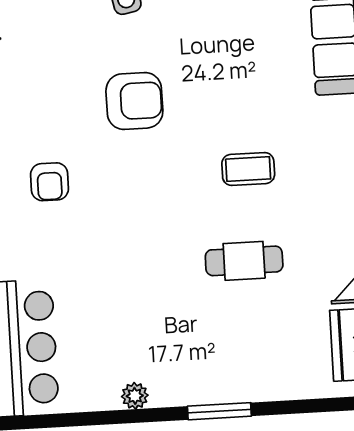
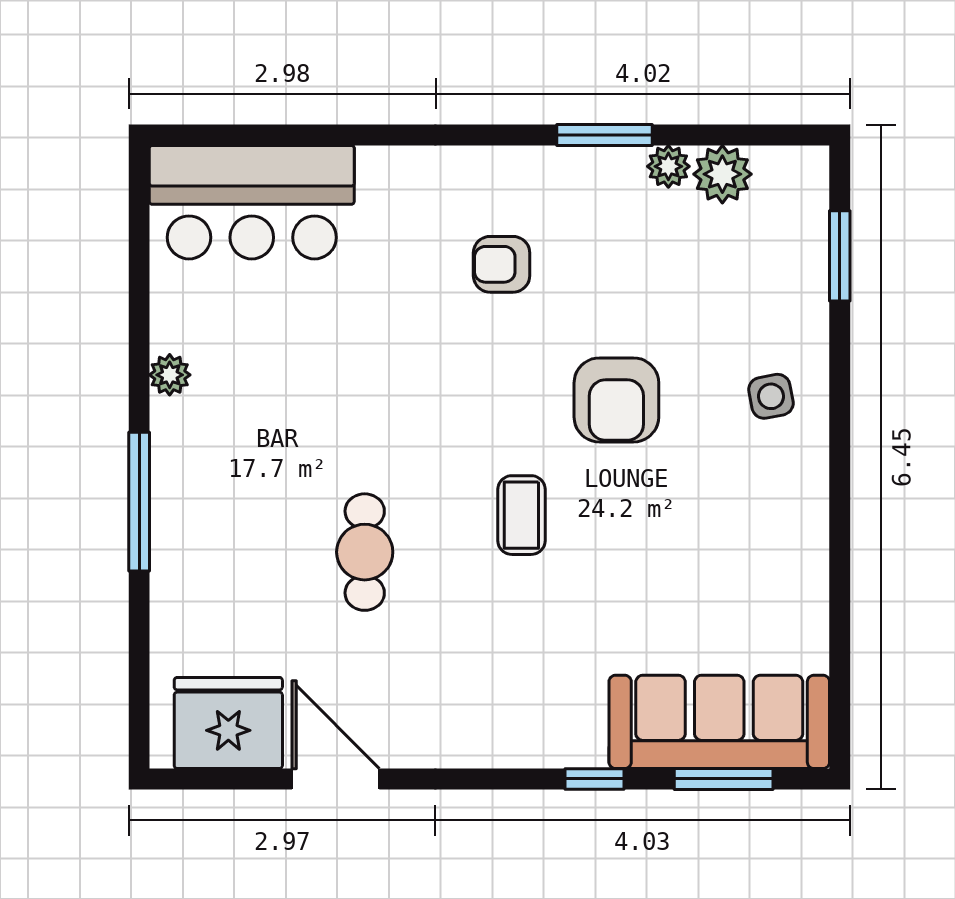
coffee table: (248, 169) -> (521, 515), moved
window: (219, 411) -> (139, 502), width x1.44

